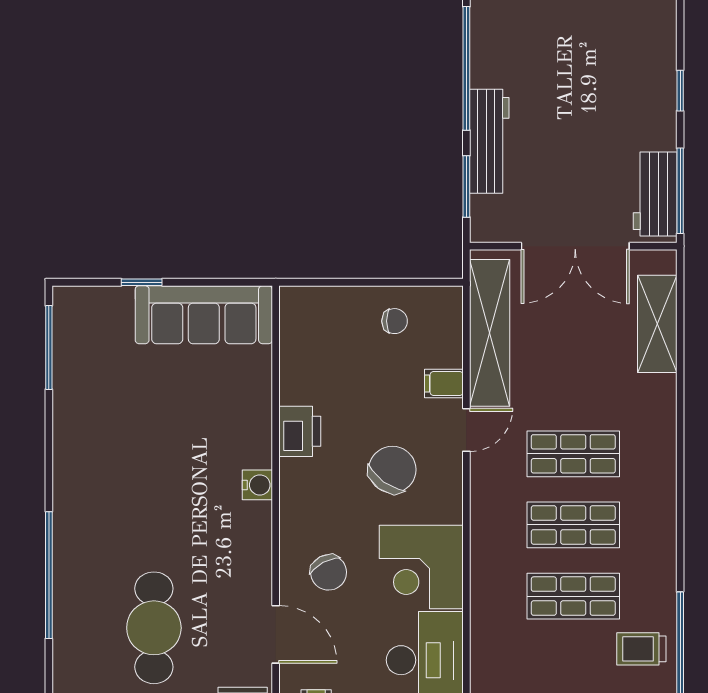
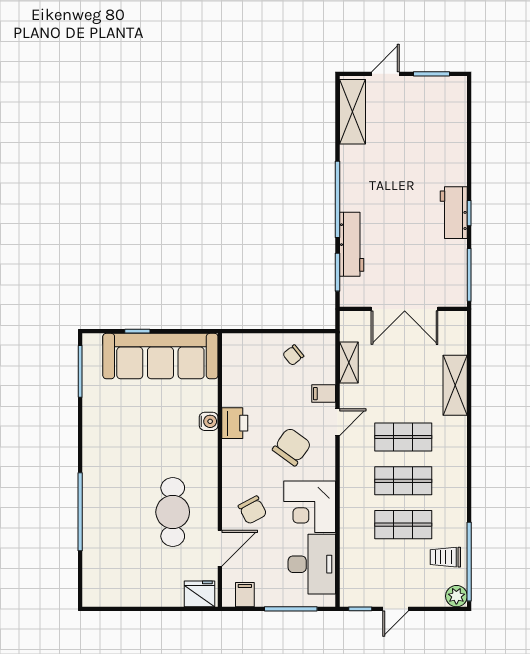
workbench: (655, 194) -> (454, 213), moved
sofa: (204, 315) -> (160, 356), width x1.36, depth x1.27
chair: (395, 321) -> (293, 355), turned 141
shelving: (657, 324) -> (455, 385), moved
shelving: (490, 333) -> (349, 362), width x0.45, depth x0.75
water cooler: (257, 485) -> (209, 421), moved
cafe table: (154, 628) -> (173, 512), moved
door: (276, 634) -> (220, 548), hinge flipped

